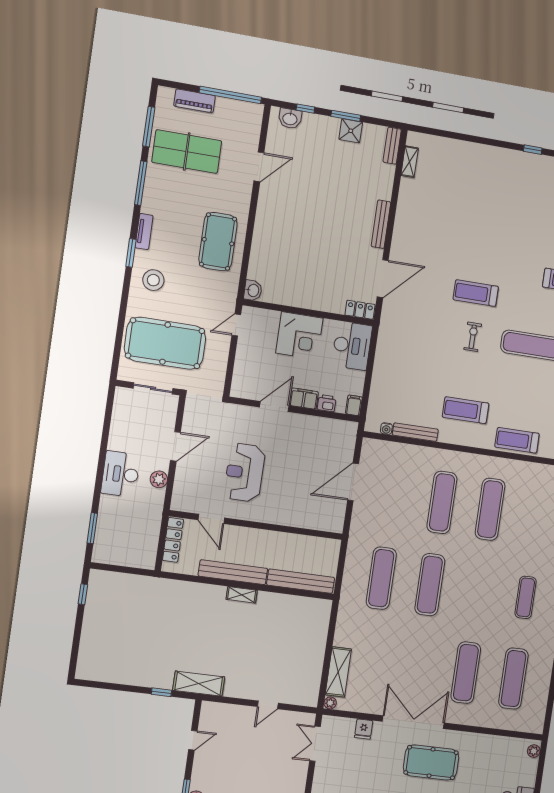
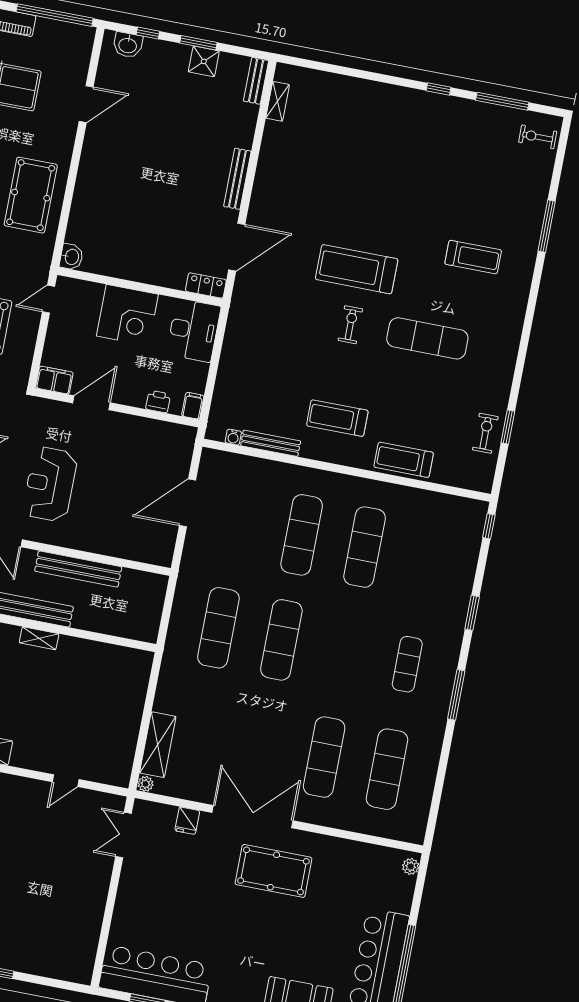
treadmill: (476, 293) -> (357, 269), width x1.37, depth x1.38
filing cabinet: (304, 399) -> (54, 380), moved
bench: (301, 581) -> (78, 569), moved

